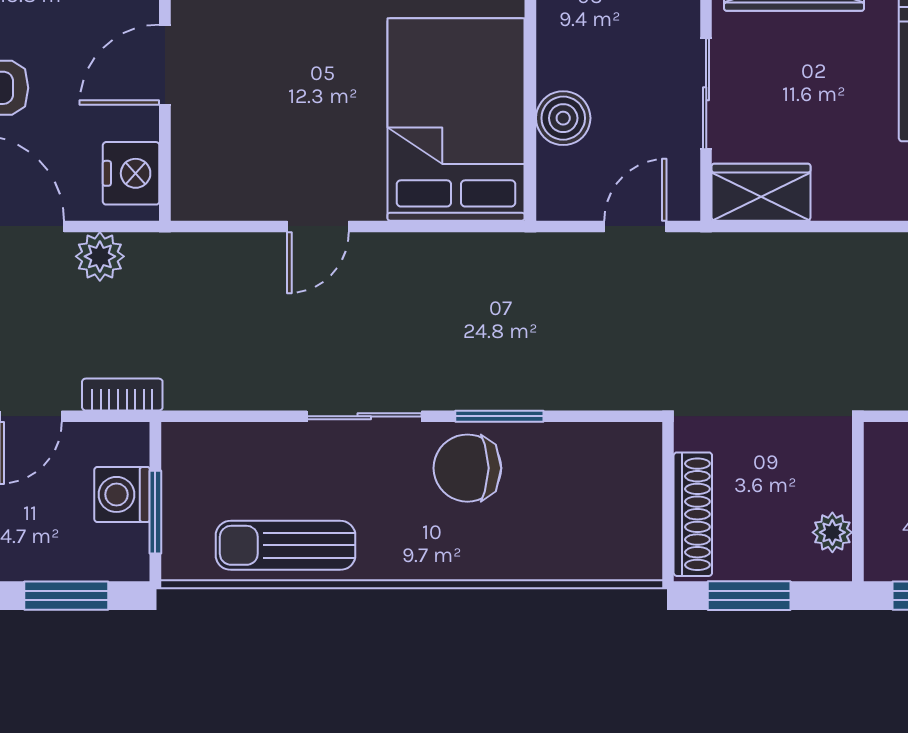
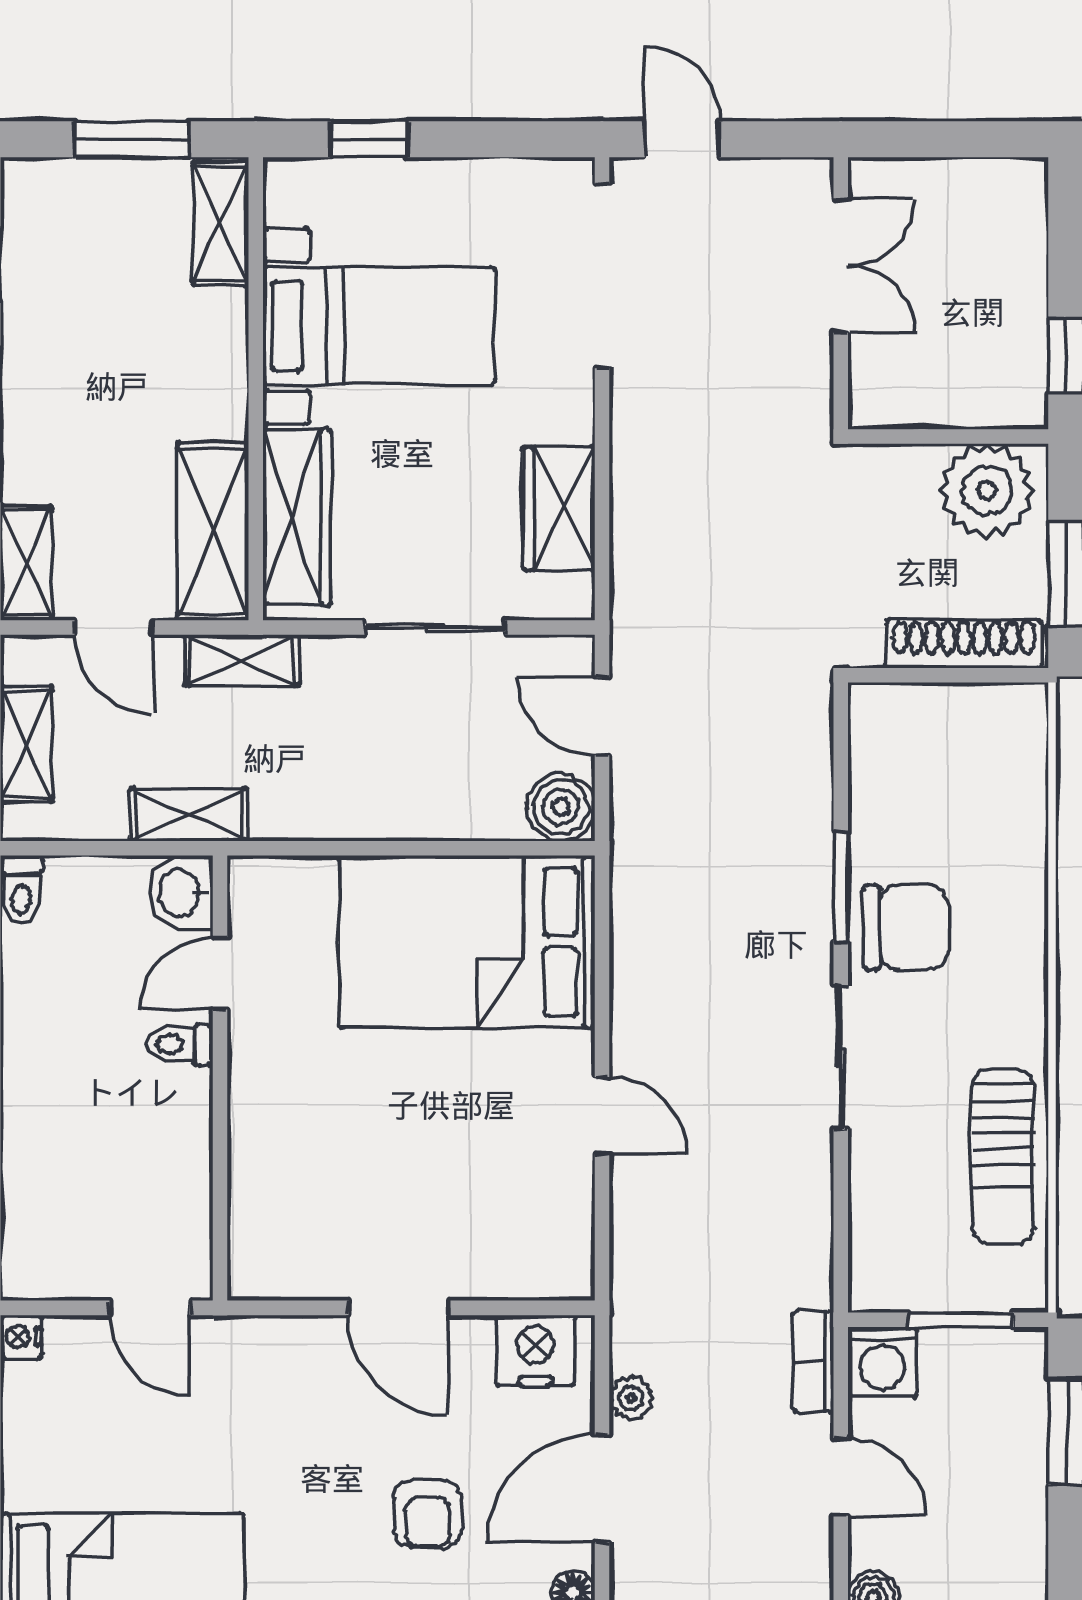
boiler: (563, 118) -> (561, 807), moved
wardrobe: (761, 192) -> (559, 508), moved
plant: (100, 256) -> (631, 1398), width x0.73, depth x0.73
chair: (467, 468) -> (906, 927), turned -90
washing machine: (122, 494) -> (883, 1362), moved
plant: (832, 532) -> (987, 491), width x1.87, depth x1.87

